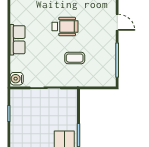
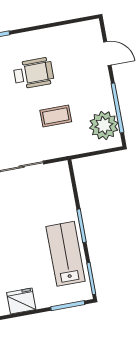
plant: (106, 70) -> (104, 125), added

